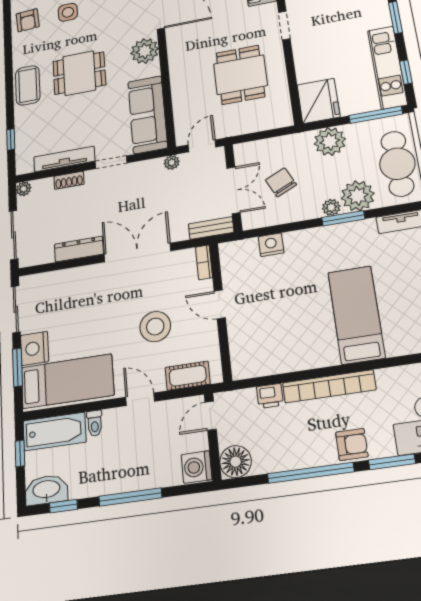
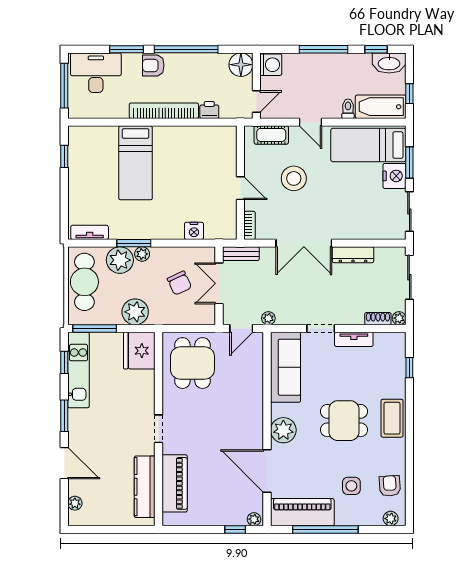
dining table: (240, 75) -> (192, 363), moved
tv unit: (64, 159) -> (354, 339), width x0.71
shoe rack: (69, 180) -> (378, 319), moved

